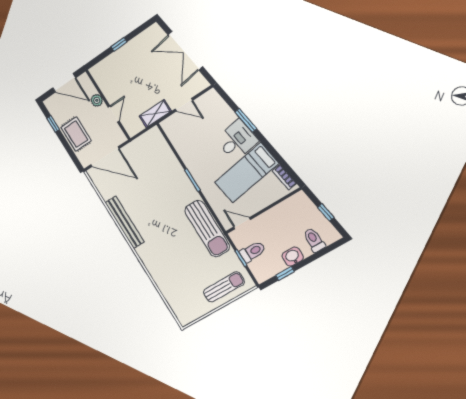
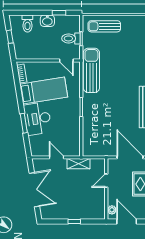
plant: (97, 100) -> (112, 210), moved
desk: (237, 140) -> (38, 119), width x1.37

